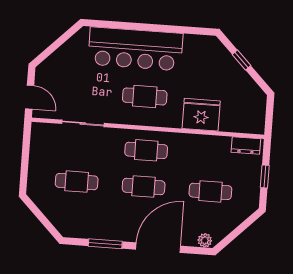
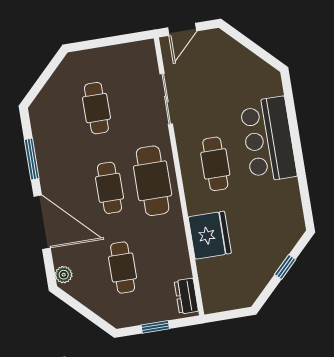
bar counter: (135, 49) -> (268, 140), width x0.73
cafe table: (146, 150) -> (153, 181), width x1.37, depth x1.35

